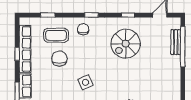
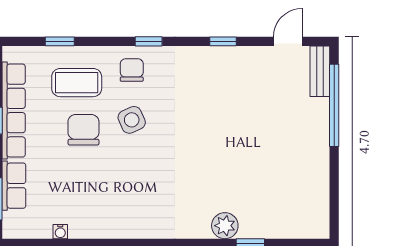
bench: (176, 42) -> (320, 71), moved
spiral stairs: (126, 44) -> (218, 100), removed
side table: (85, 82) -> (132, 120), moved

